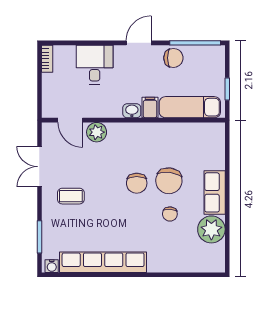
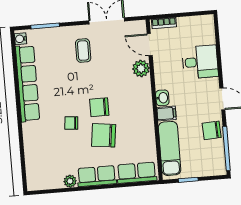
chair: (173, 58) -> (212, 130), turned 87
bookcase: (47, 59) -> (164, 23), moved
door: (70, 120) -> (150, 45), hinge flipped
row of seats: (214, 147) -> (137, 173), added
chair: (170, 214) -> (71, 123), moved
plant: (211, 229) -> (70, 181), width x0.53, depth x0.53

